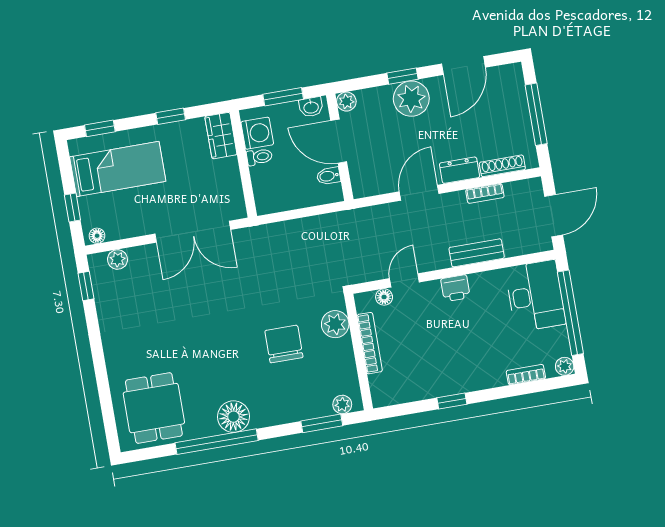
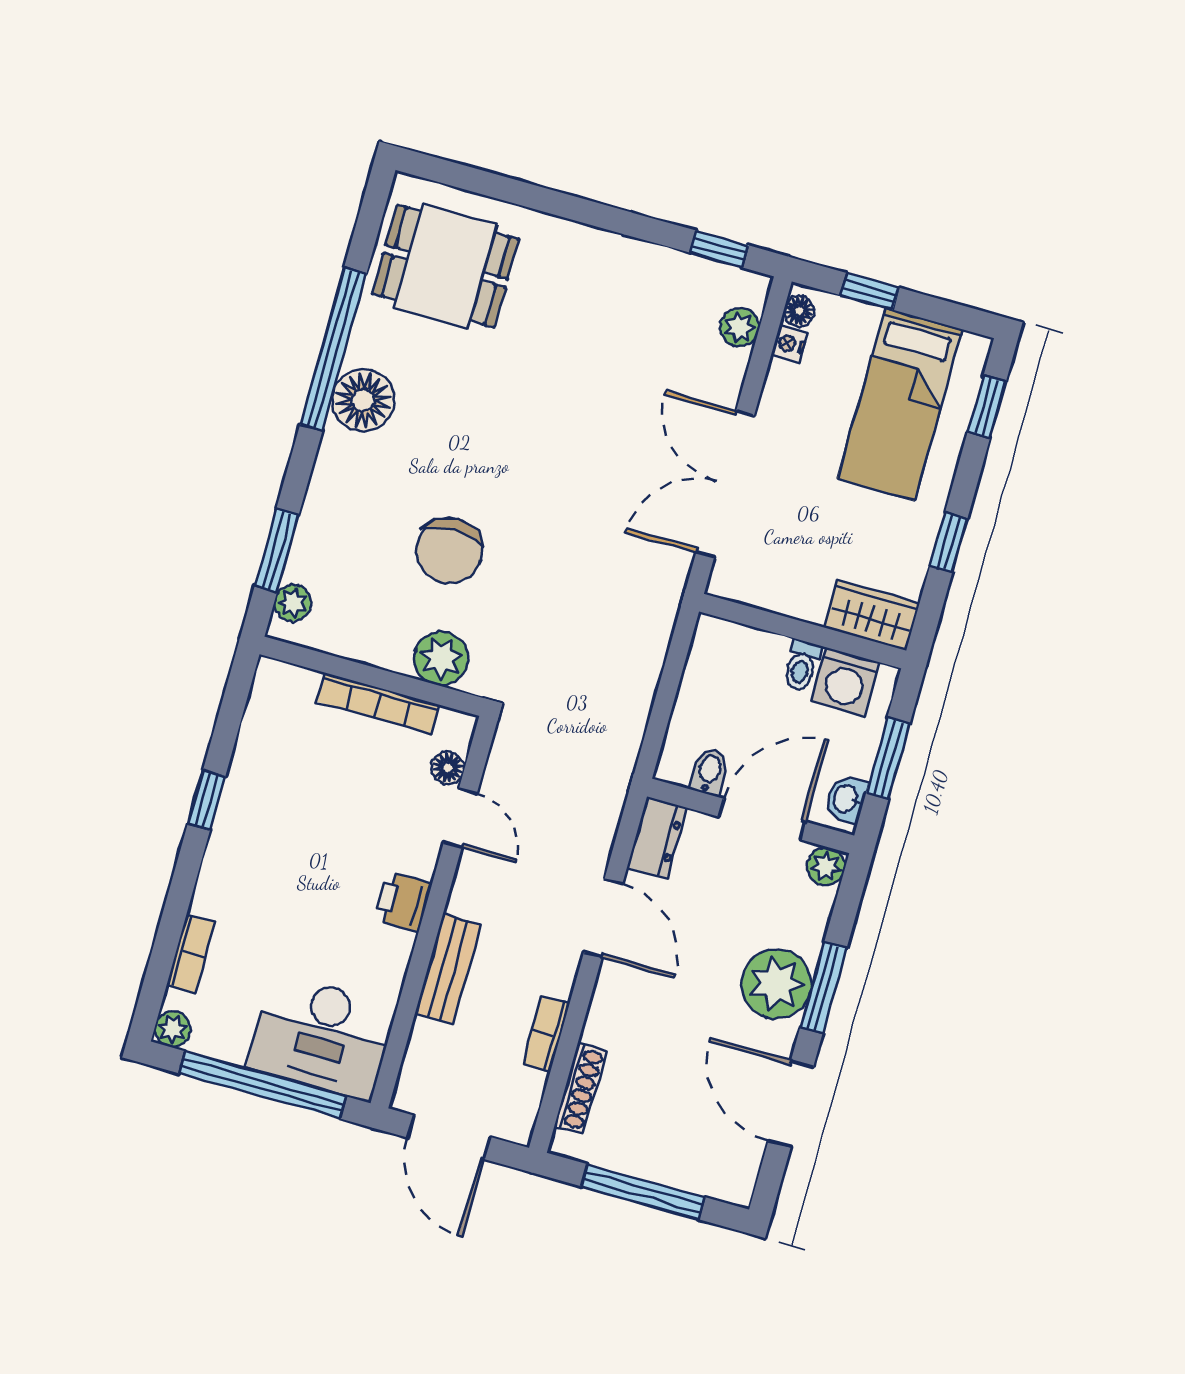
window: (403, 76) -> (824, 987), width x1.50
dresser: (460, 170) -> (657, 837), moved
nightstand: (114, 233) -> (789, 344), added
chair: (284, 344) -> (449, 551), turned 90

